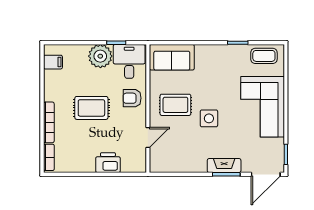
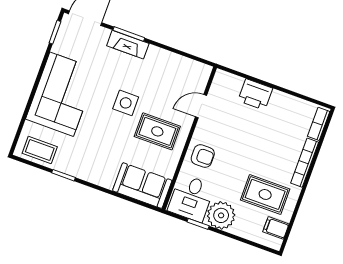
rug: (91, 108) -> (265, 194), moved

